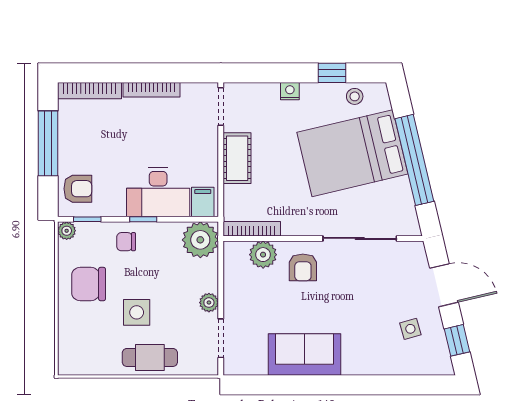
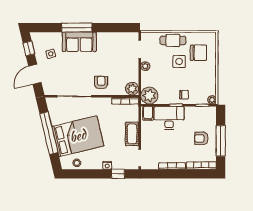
window: (332, 73) -> (118, 174), moved
armchair: (78, 189) -> (201, 138), moved
plant: (263, 255) -> (132, 89), moved
chair: (89, 284) -> (199, 53), moved
door: (444, 285) -> (35, 74), hinge flipped
sofa: (304, 354) -> (79, 42), moved
window: (355, 385) -> (77, 28), added

